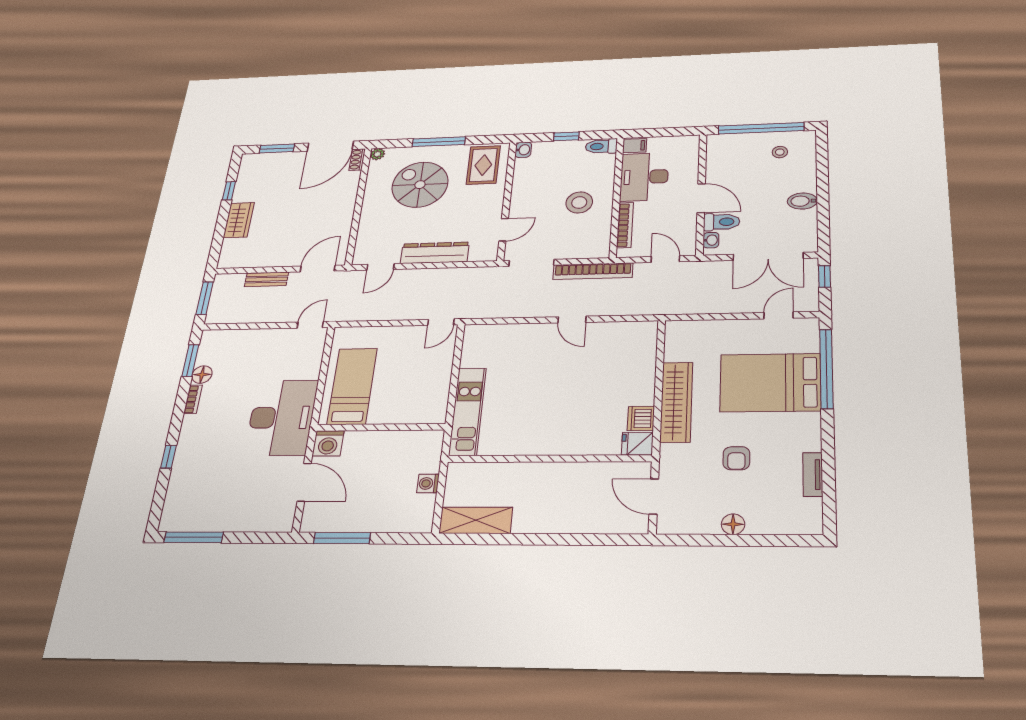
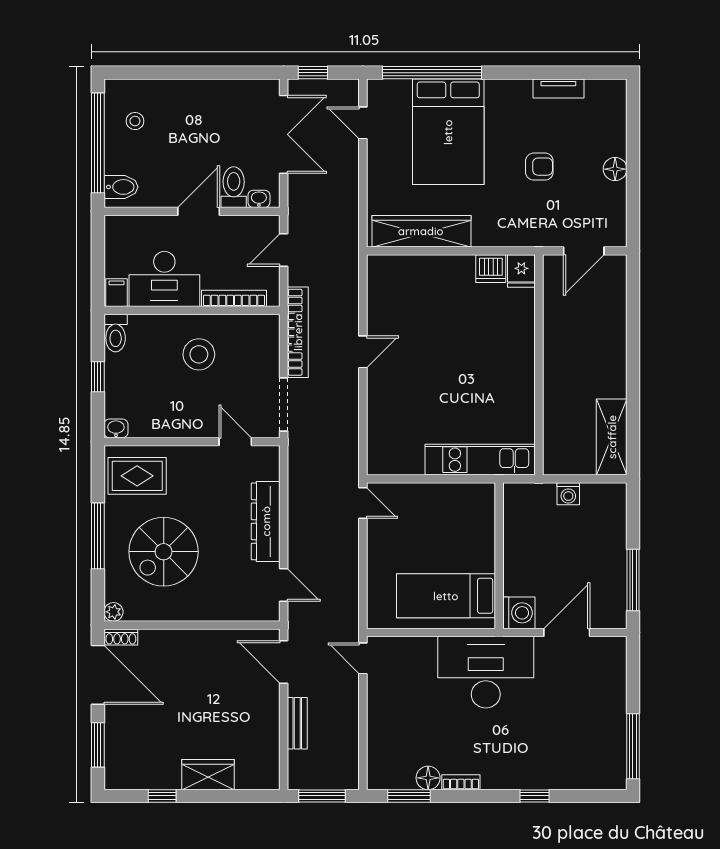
bidet: (802, 201) -> (121, 187), moved, turned -90
wardrobe: (676, 402) -> (421, 231), moved

